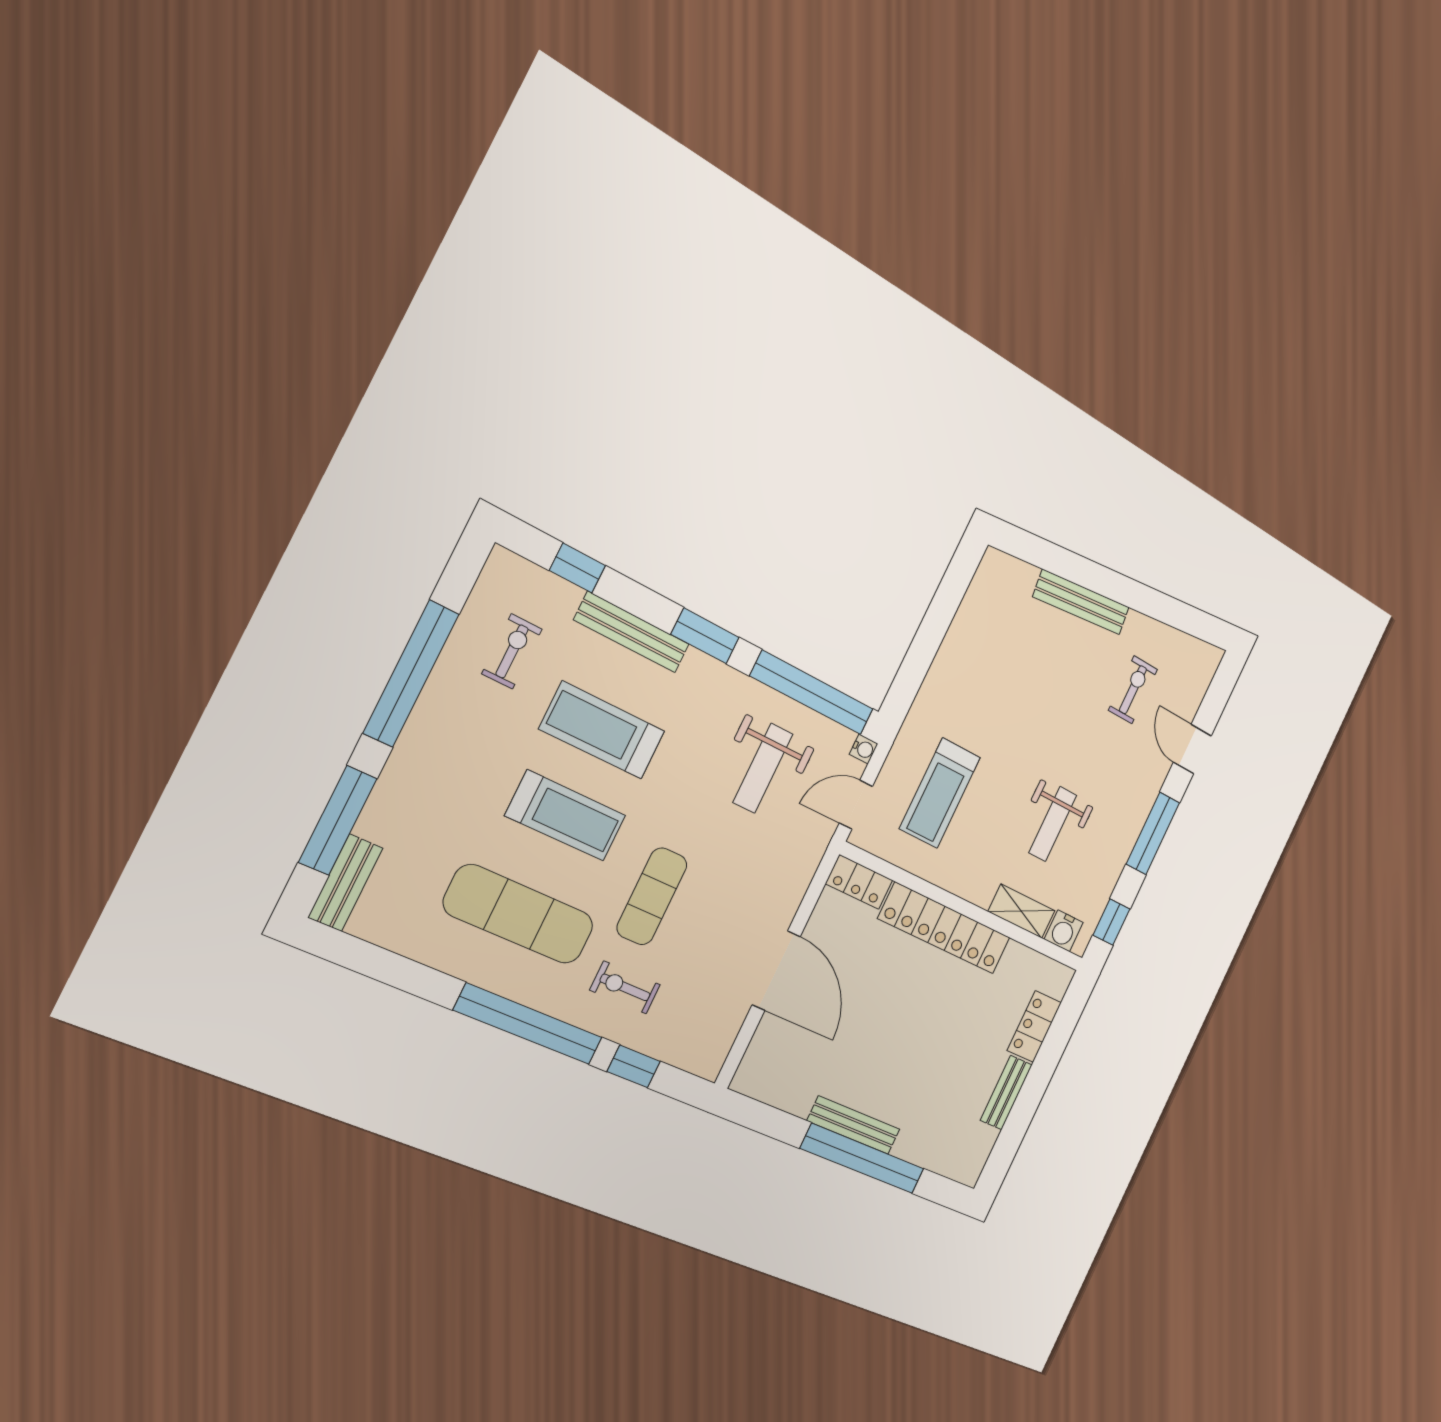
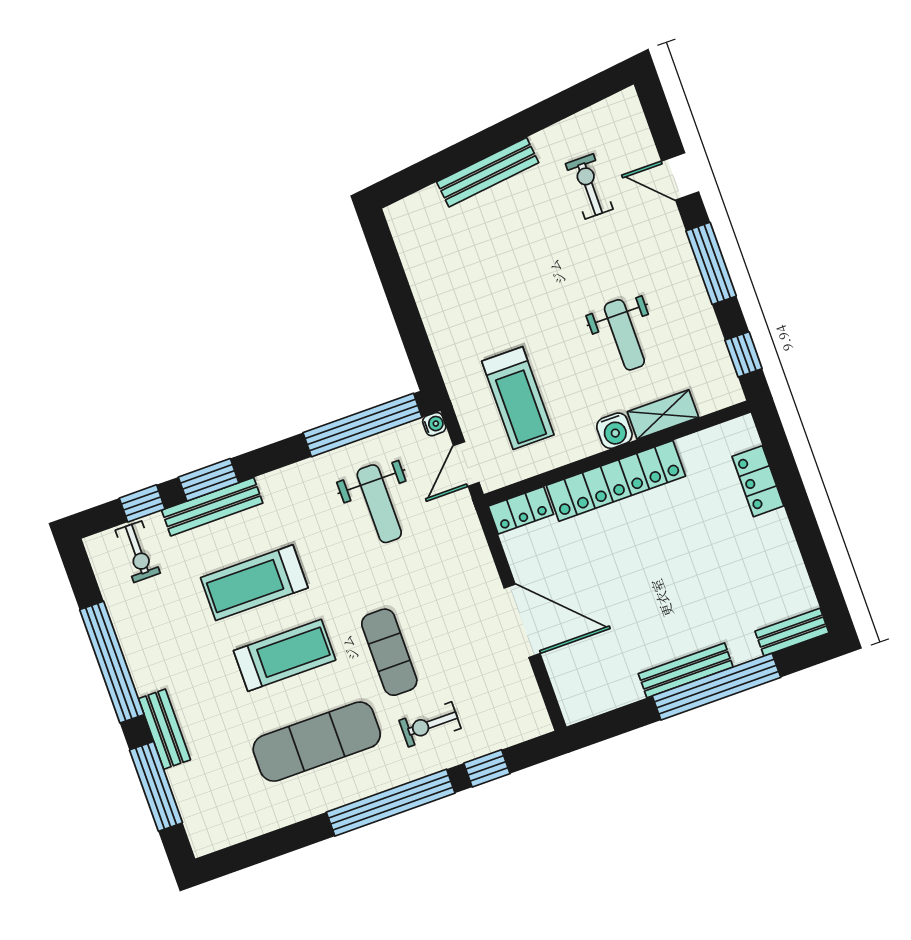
window: (705, 636) -> (209, 480), moved
exercise bike: (512, 651) -> (138, 552), moved, turned 180
bench: (345, 883) -> (164, 729), moved
water cooler: (1064, 931) -> (614, 431), moved
bench: (1006, 1093) -> (792, 632), moved, turned 90

